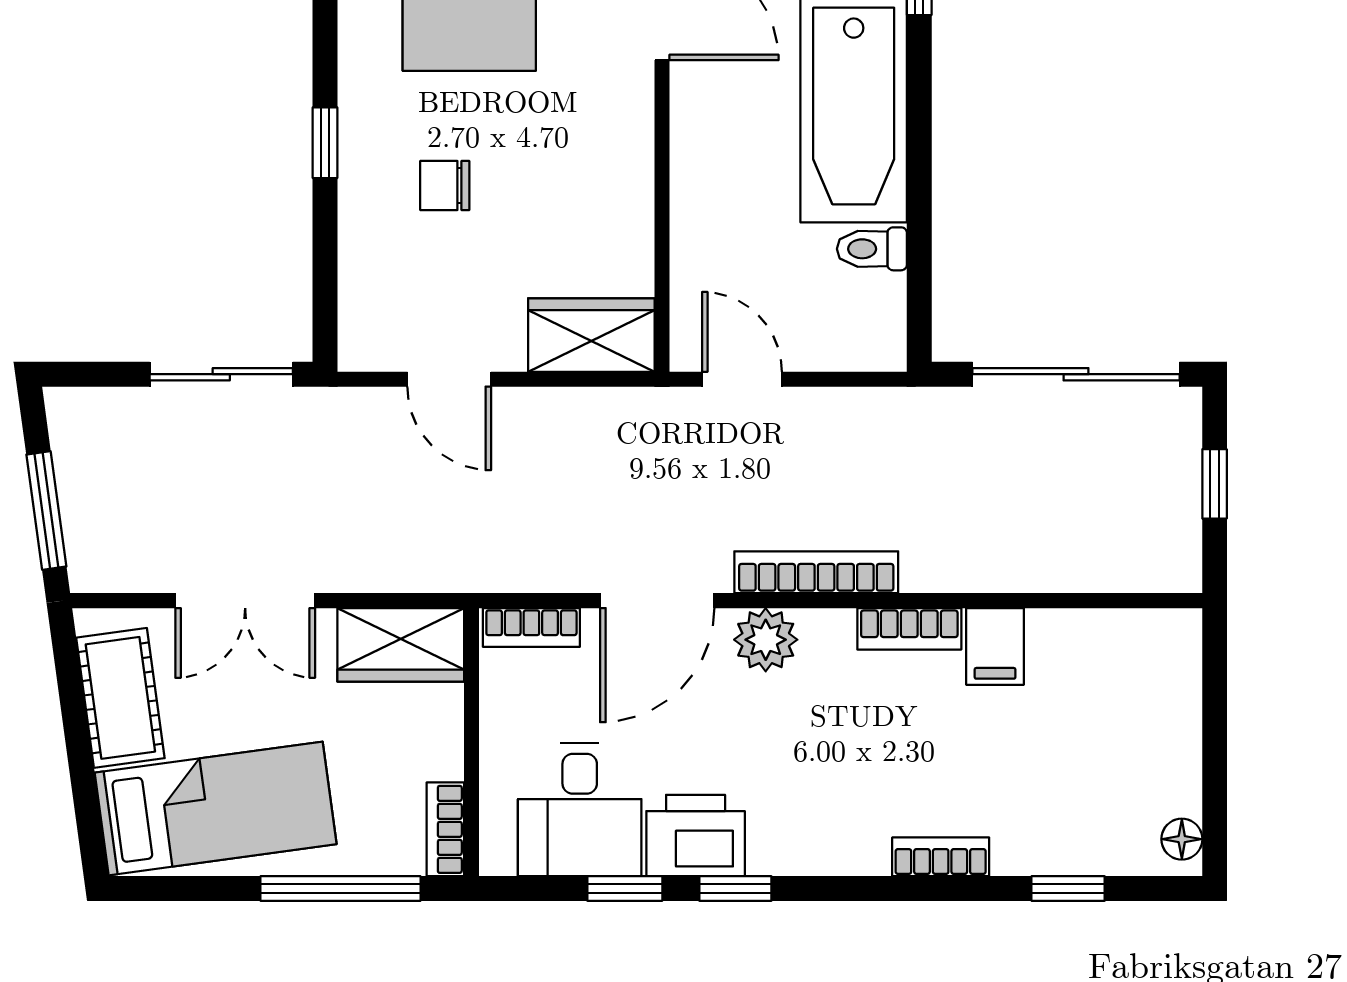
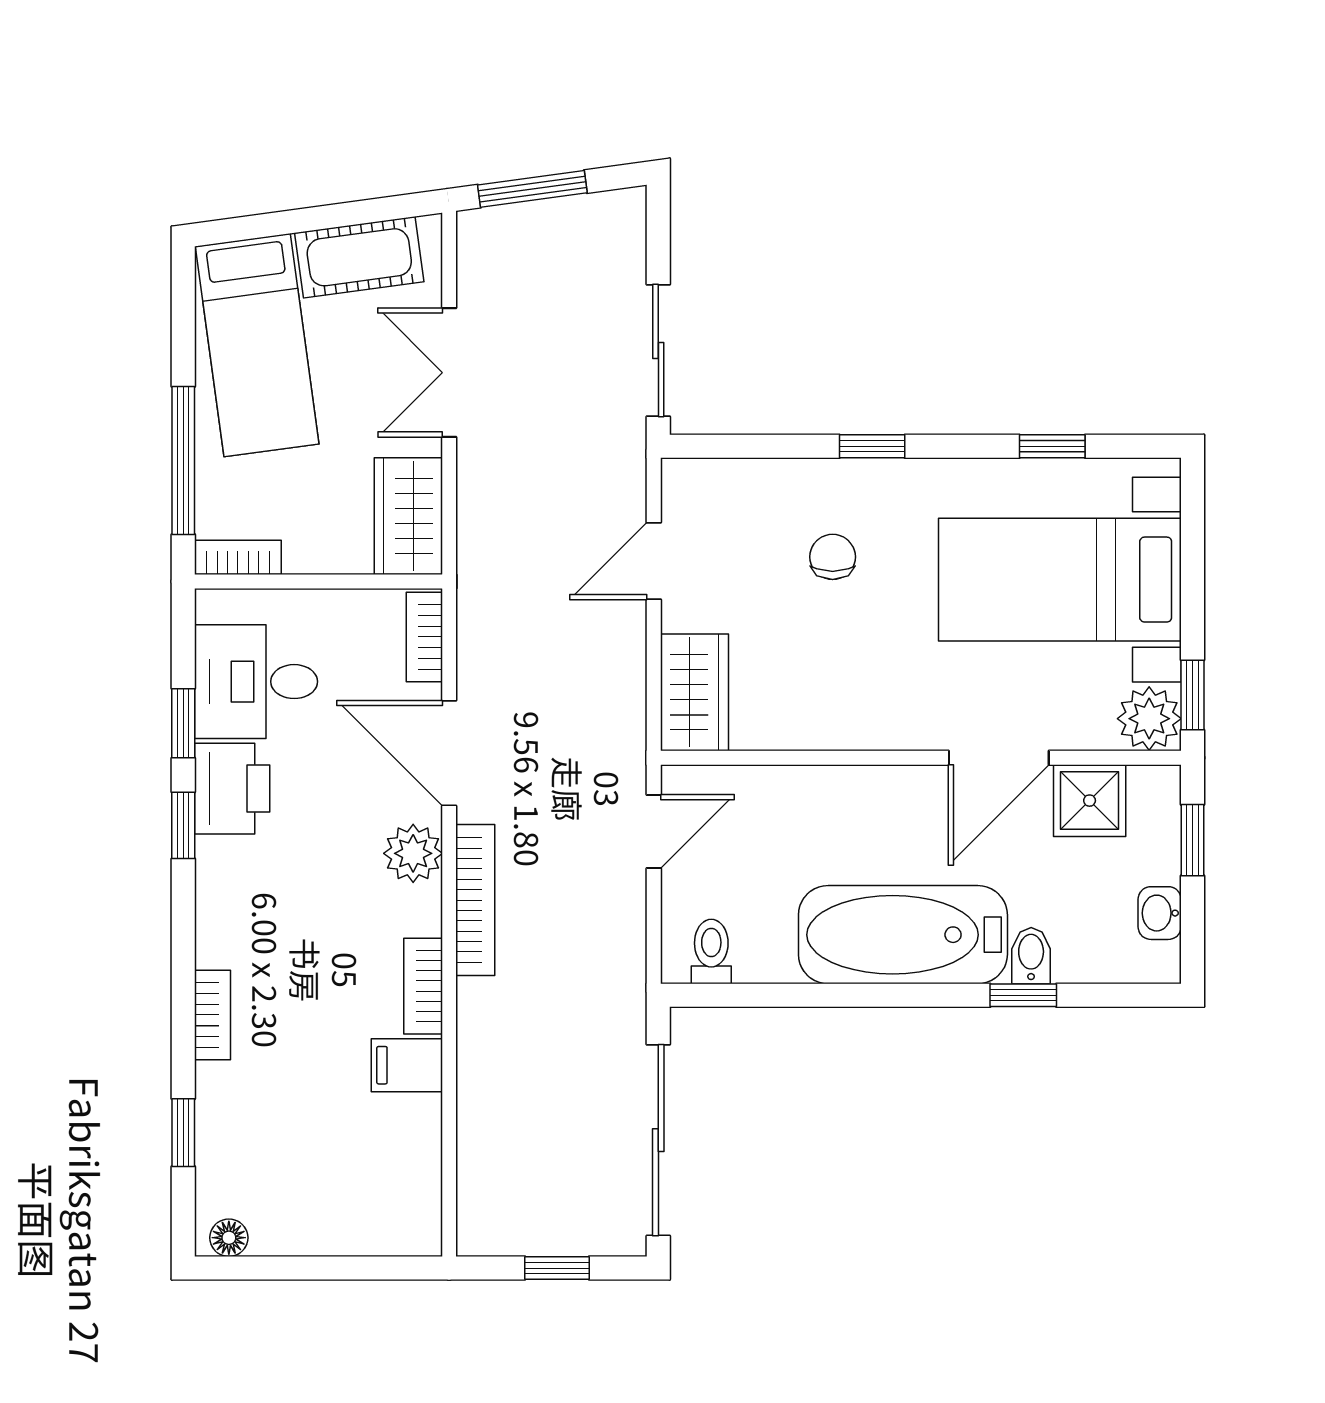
toilet: (872, 249) -> (711, 952), moved

